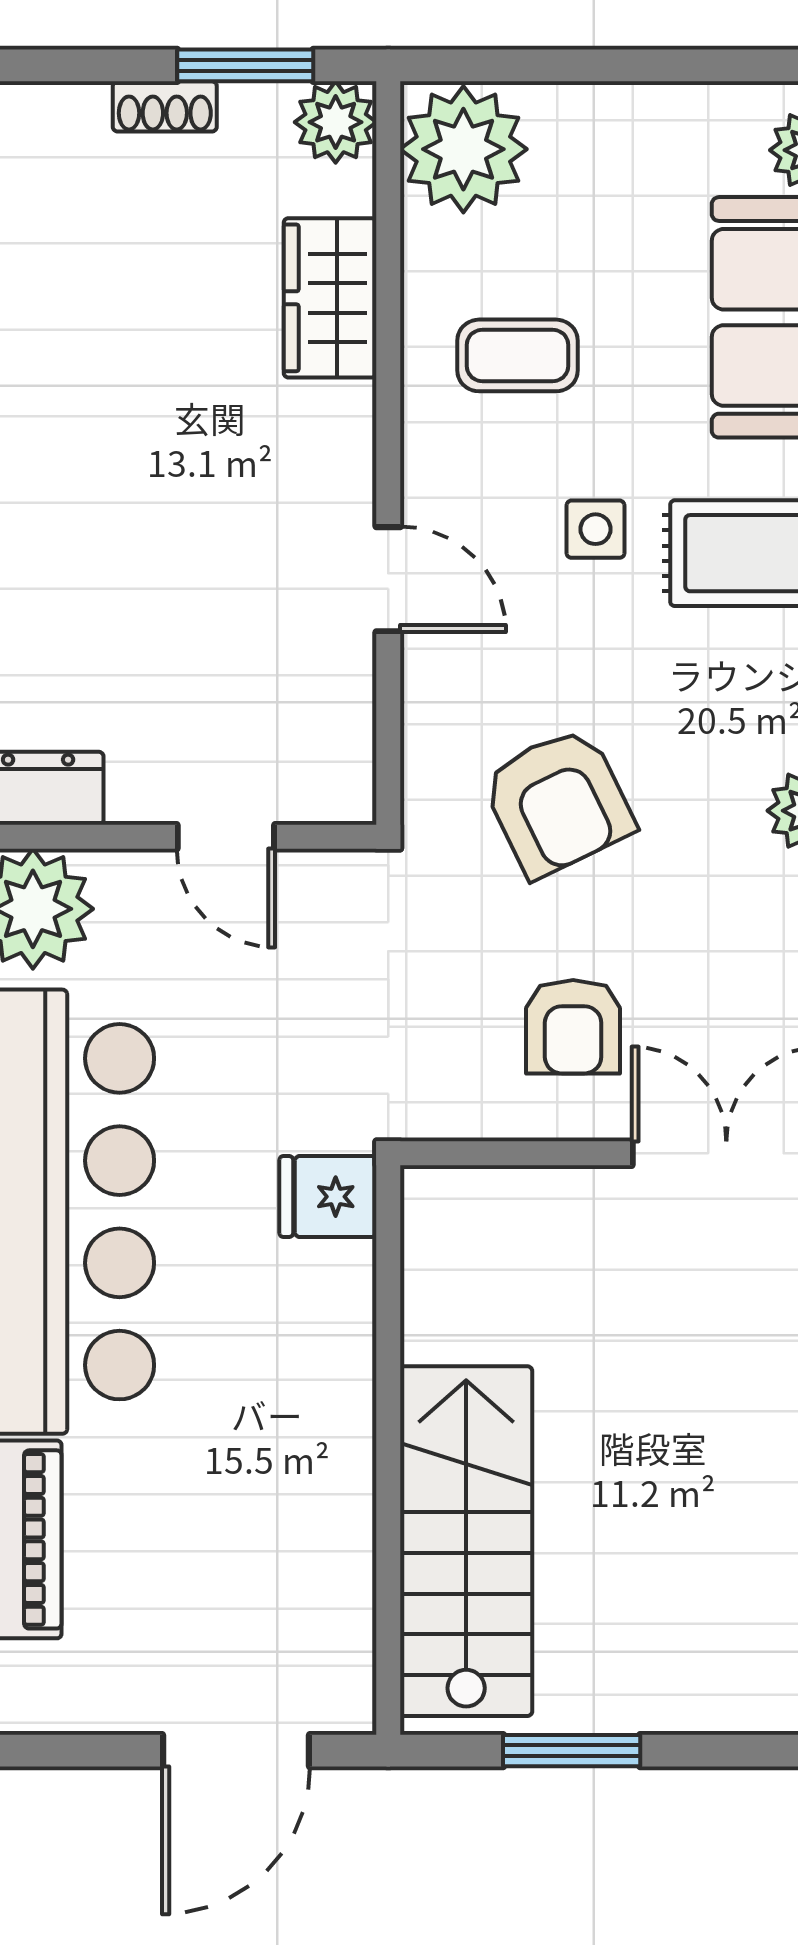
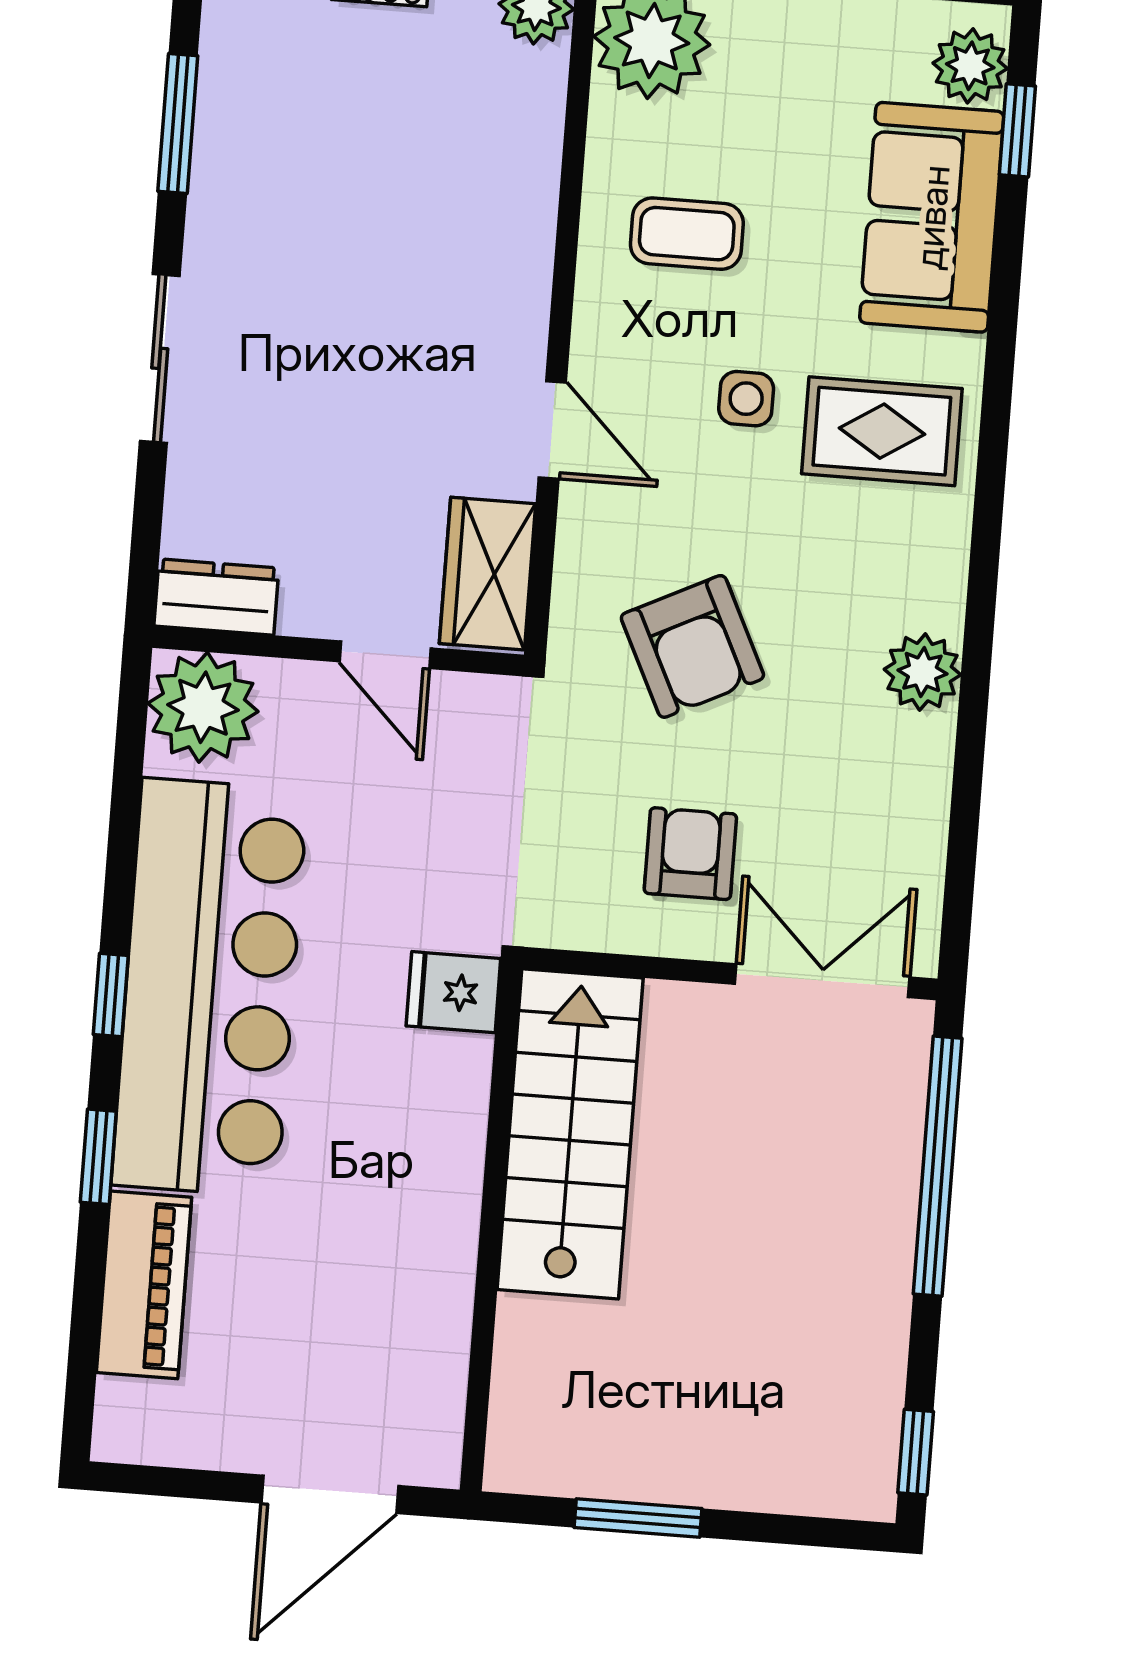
wardrobe: (330, 298) -> (488, 574), moved
armchair: (573, 1027) -> (690, 854), turned 180
stairs: (466, 1541) -> (570, 1134), moved

